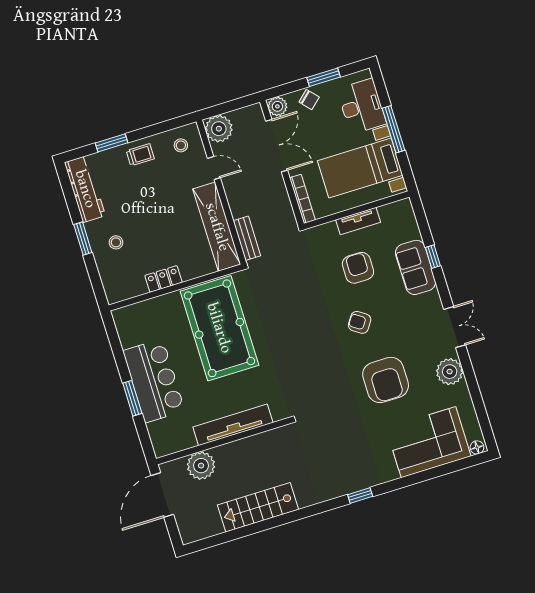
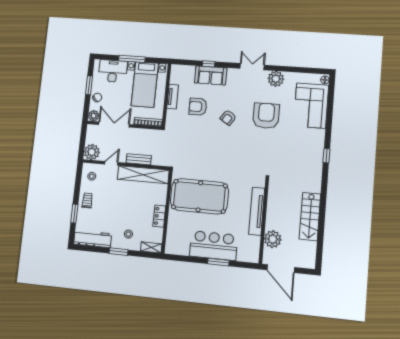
bench: (247, 238) -> (139, 159), moved
shelving: (111, 287) -> (151, 247), added
armchair: (386, 380) -> (266, 116), turned -90

